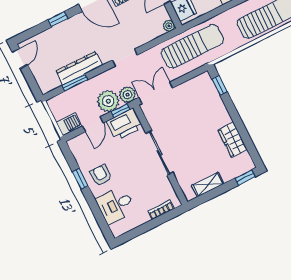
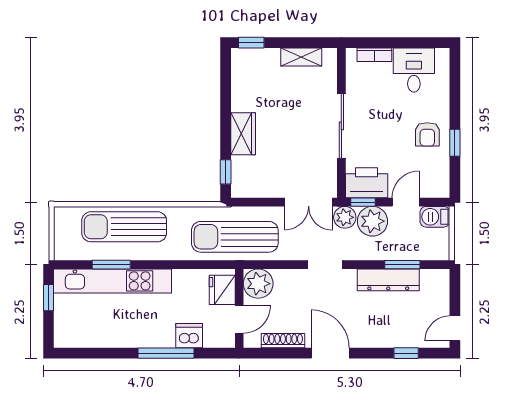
window: (58, 19) -> (406, 353), moved
plant: (169, 26) -> (258, 284), width x1.87, depth x1.87
wardrobe: (233, 140) -> (243, 134), moved
desk: (116, 205) -> (414, 70), moved, turned -90

